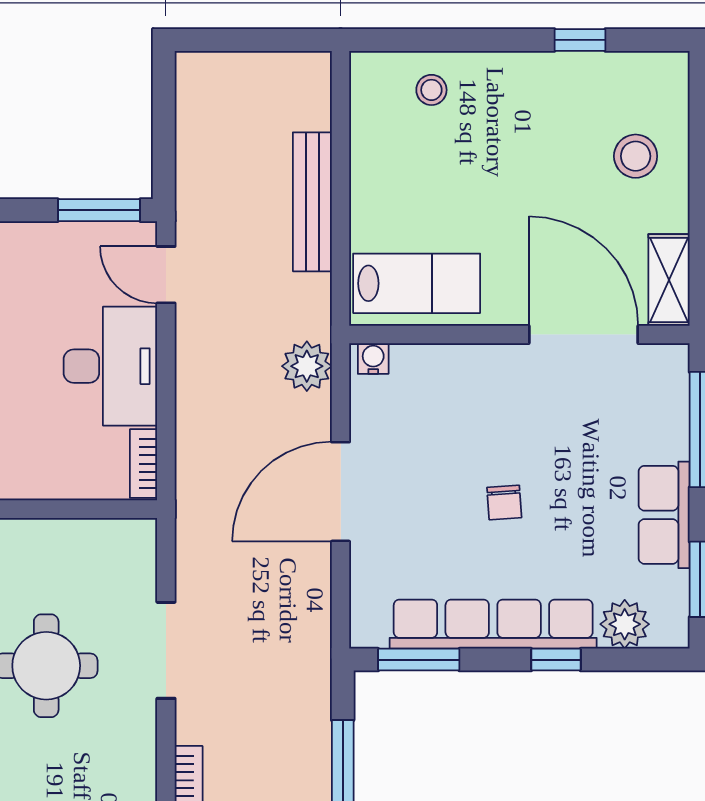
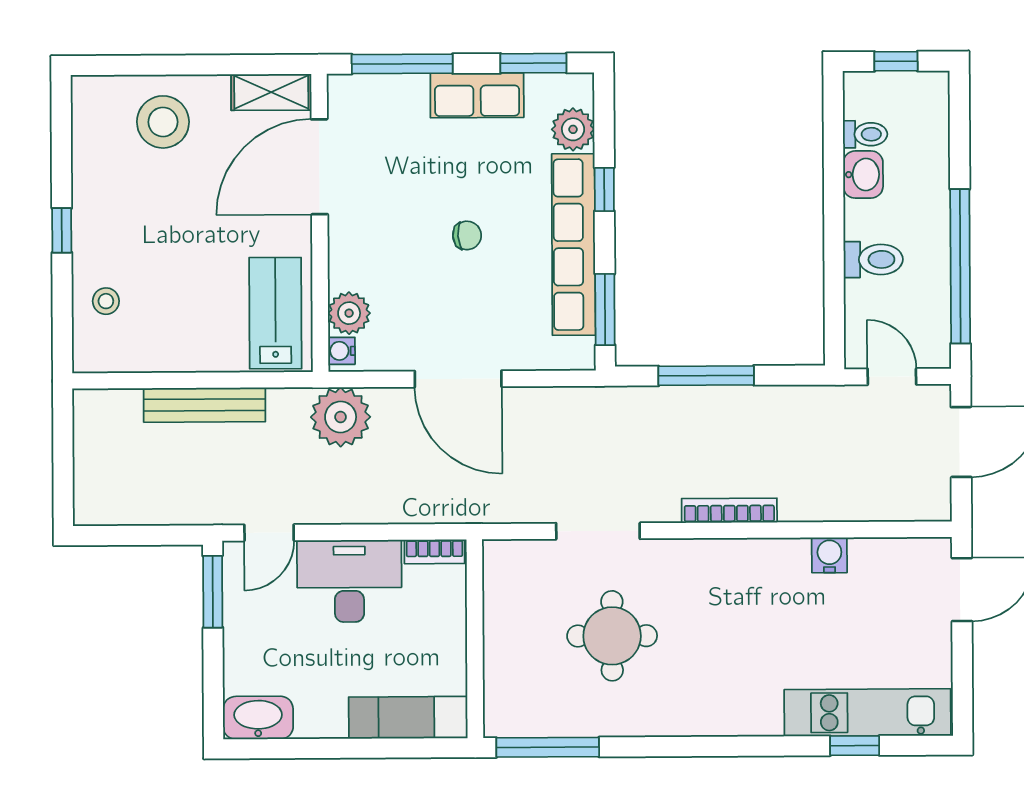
window: (580, 40) -> (62, 230), moved
stool: (636, 156) -> (163, 122), width x1.38, depth x1.38
plant: (307, 366) -> (341, 417), width x1.36, depth x1.36
plant: (416, 367) -> (349, 313), added

